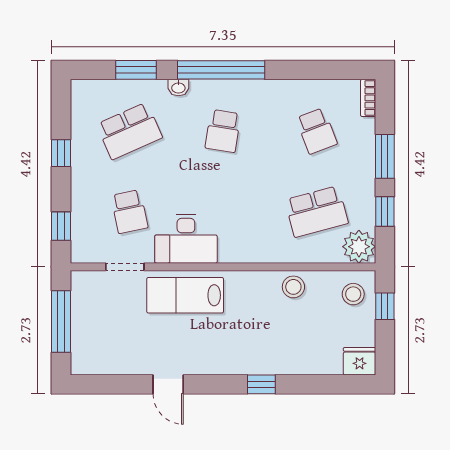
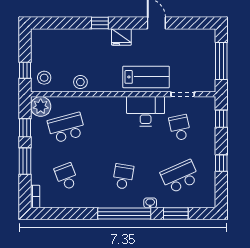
fridge: (360, 361) -> (121, 37), moved

